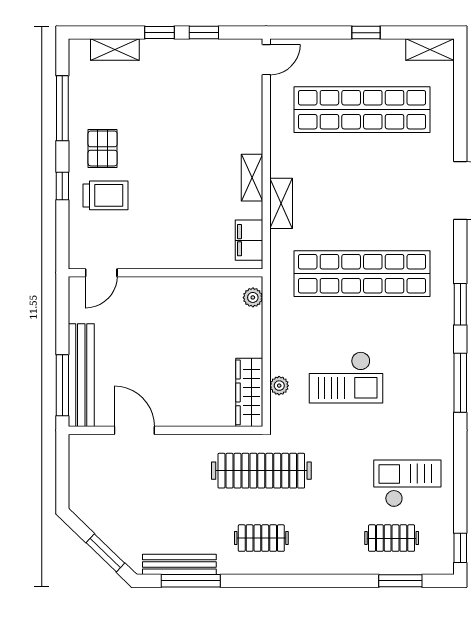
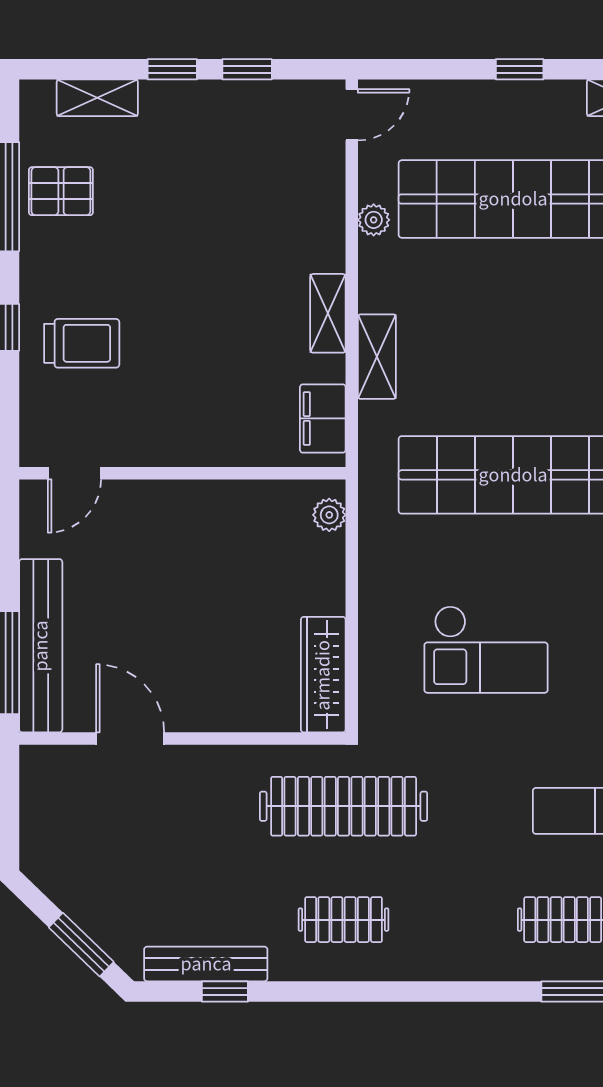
pallet: (103, 148) -> (61, 191), moved, turned 90
plant: (279, 386) -> (374, 220), moved
window: (191, 581) -> (225, 991), width x0.46

